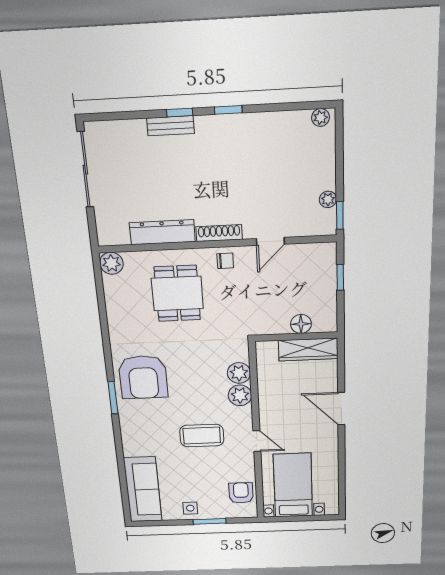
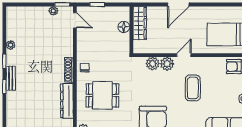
plant: (321, 117) -> (11, 45), moved
bench: (170, 126) -> (11, 78), moved
door: (270, 241) -> (75, 20), moved
door: (257, 441) -> (184, 55), moved

